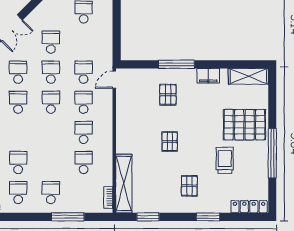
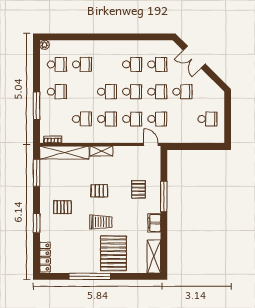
pallet: (168, 95) -> (138, 189), turned 90
school desk: (51, 132) -> (107, 92), added
shelving: (122, 139) -> (101, 151), added
trolley: (225, 160) -> (101, 222), moved
window: (148, 217) -> (37, 173), width x1.44

